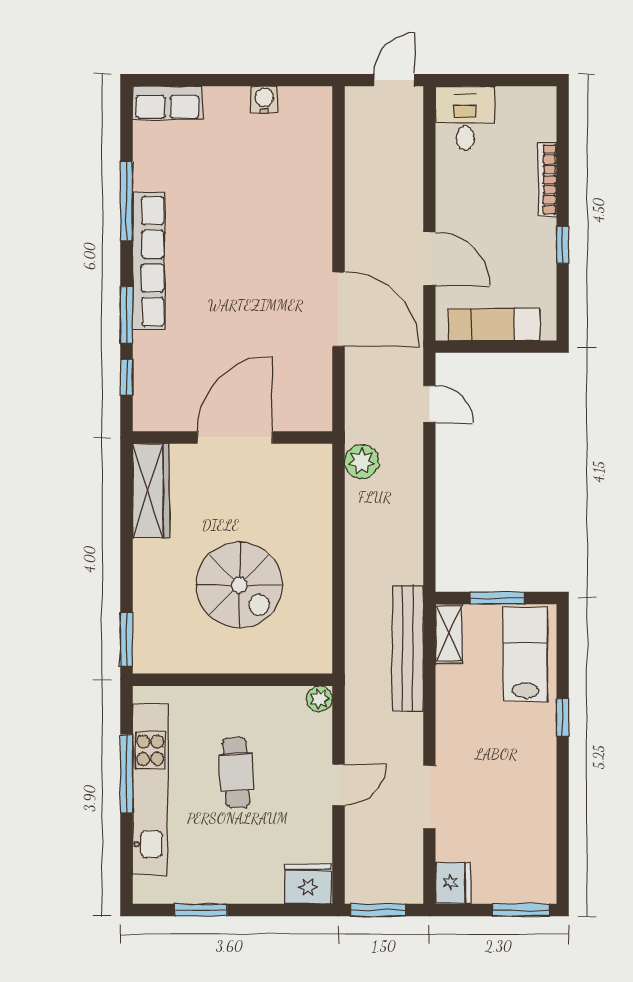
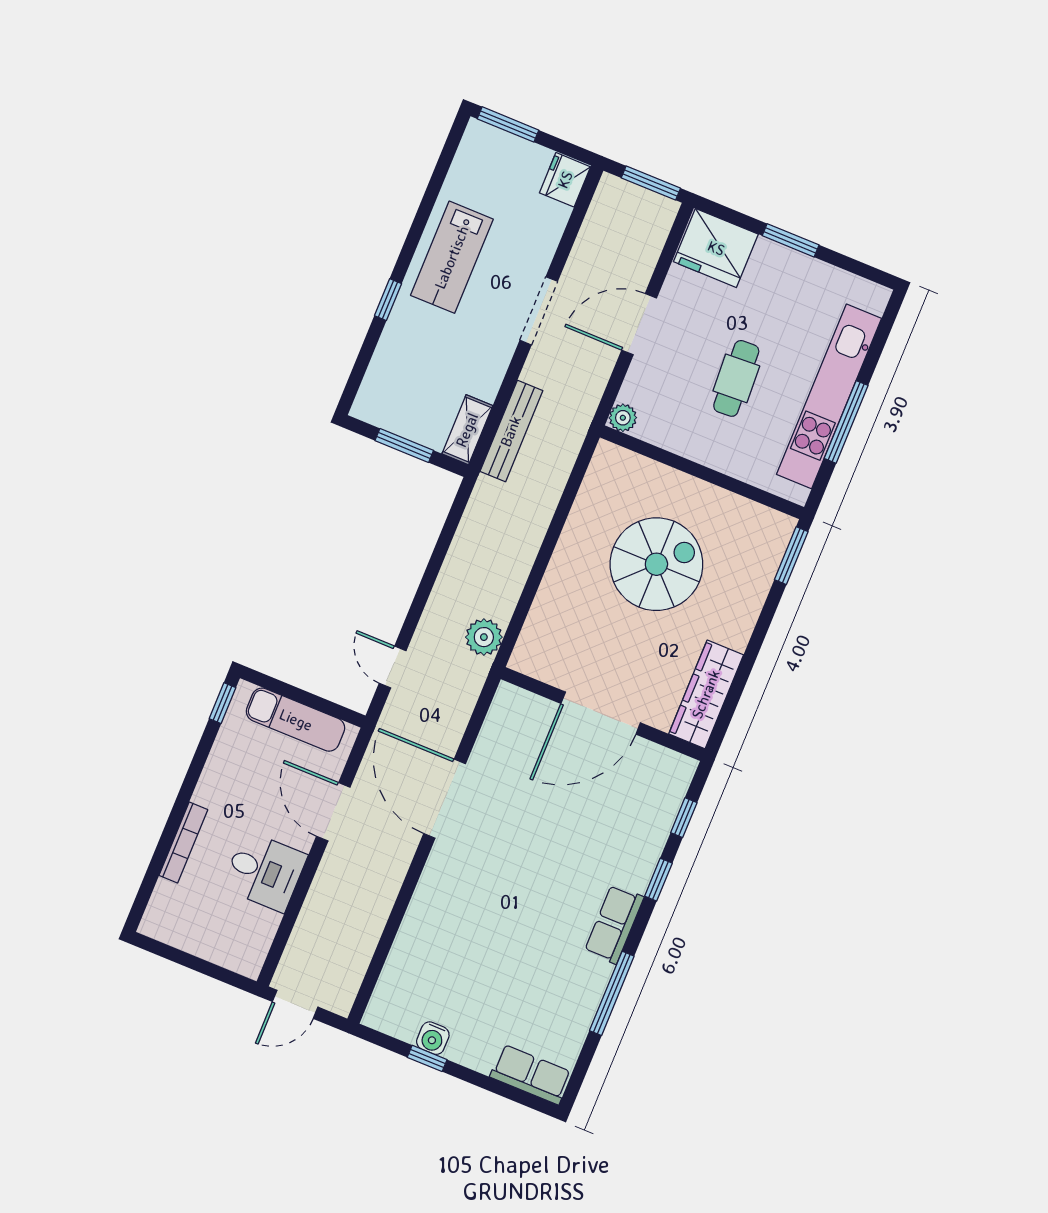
window: (262, 80) -> (427, 1058), added
desk: (465, 118) -> (265, 871), moved, turned -90
window: (563, 245) -> (222, 703), moved
row of seats: (149, 261) -> (614, 924), width x0.50
window: (127, 315) -> (658, 880), width x0.67
spiral stairs: (239, 585) -> (656, 564), turned 90
bench: (408, 648) -> (511, 431), width x0.73, depth x0.82
lab bench: (525, 654) -> (452, 257), moved
door: (339, 785) -> (639, 324), width x1.38
doorway: (429, 797) -> (539, 311), moved
fridge: (308, 884) -> (716, 248), width x1.36, depth x1.34
window: (201, 910) -> (791, 240), moved

